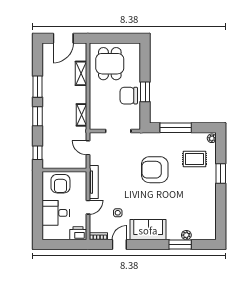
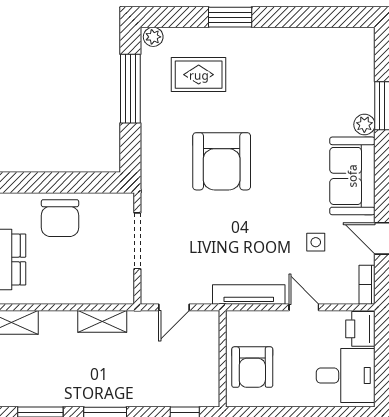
window: (145, 92) -> (52, 183), removed
window: (176, 128) -> (130, 89), moved
rug: (195, 159) -> (199, 75), turned 90
armchair: (60, 184) -> (252, 367), turned 90
desk: (56, 213) -> (346, 376), moved, turned -90
plant: (186, 235) -> (364, 125), moved

